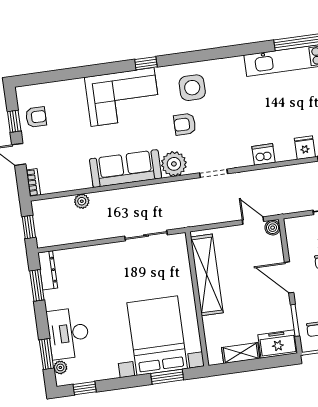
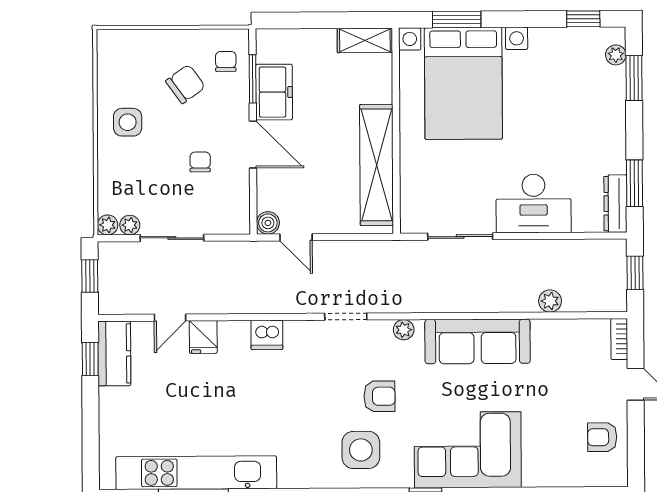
window: (14, 121) -> (636, 435), removed
plant: (174, 164) -> (404, 330), width x0.53, depth x0.53
desk: (68, 333) -> (534, 204), moved, turned 90
freezer: (278, 344) -> (274, 92), moved, turned -90
shelving: (241, 353) -> (365, 40), moved

